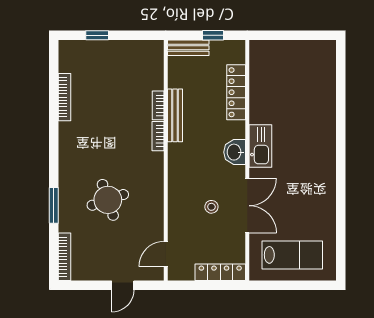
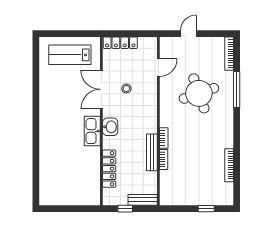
round table: (108, 200) -> (199, 93), width x1.36, depth x1.36
window: (54, 205) -> (237, 90), width x1.44
door: (166, 254) -> (158, 68), moved

